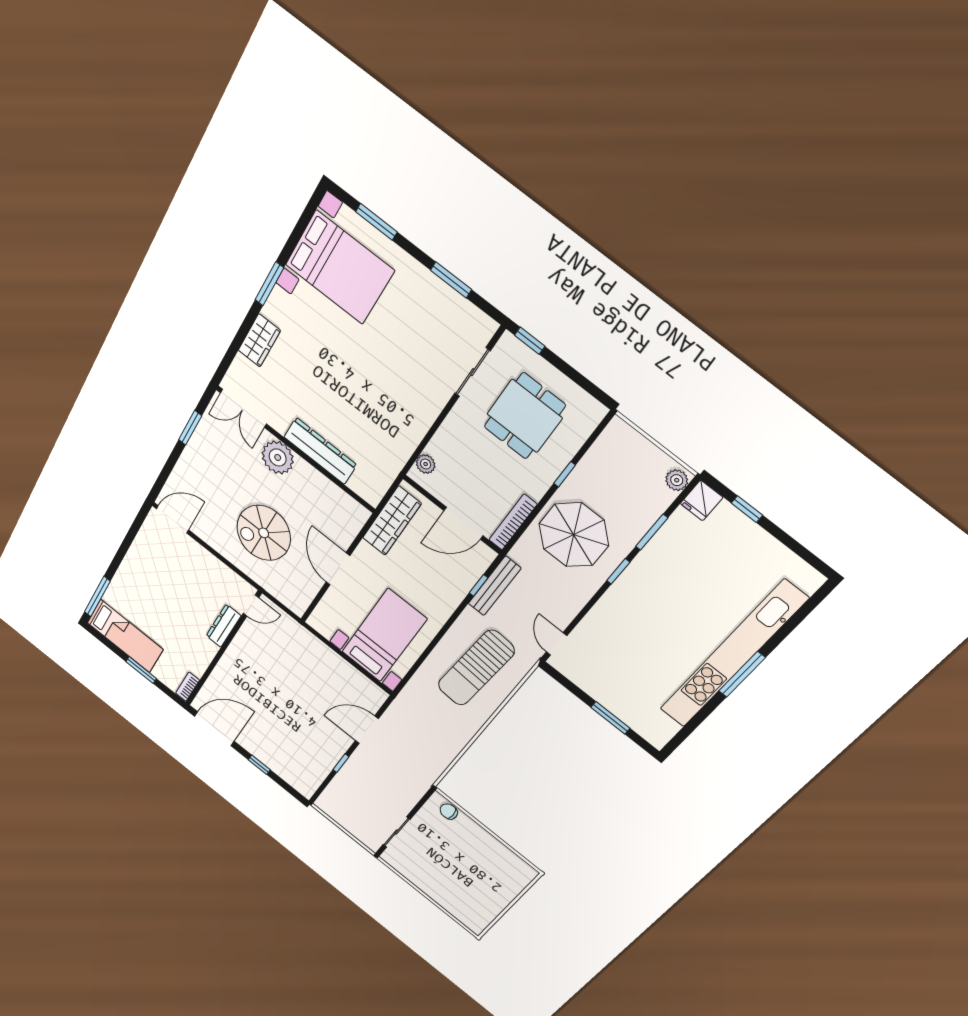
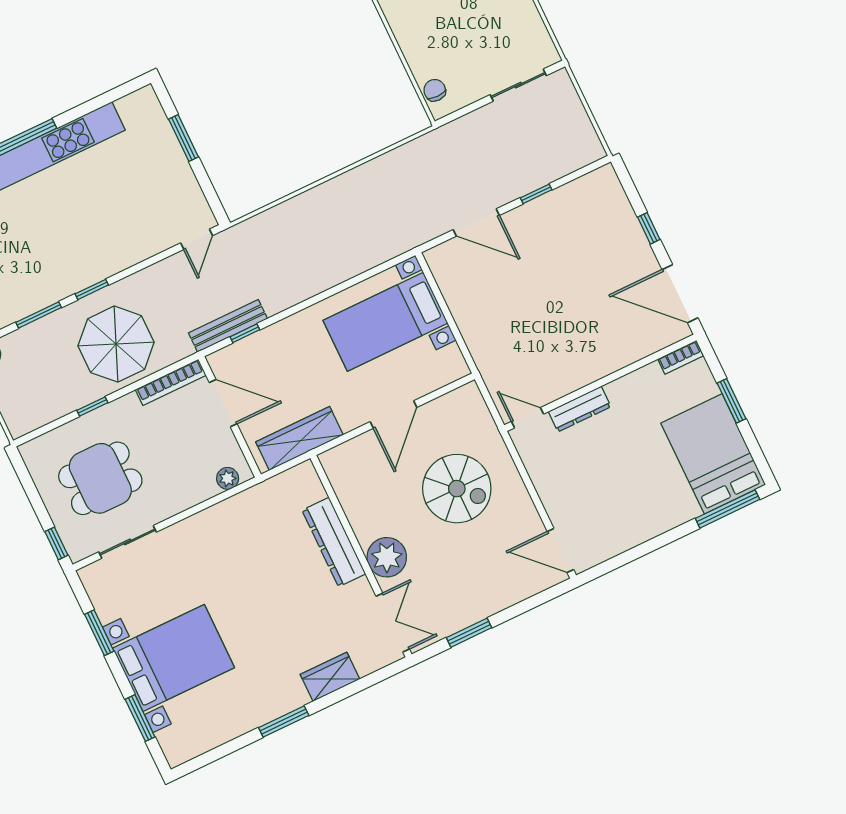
bed with nightstands: (340, 268) -> (174, 658), moved, turned 90
bed: (125, 636) -> (713, 454), width x1.50
sun lounger: (476, 668) -> (301, 246), removed
chair: (449, 811) -> (435, 90), turned 180

